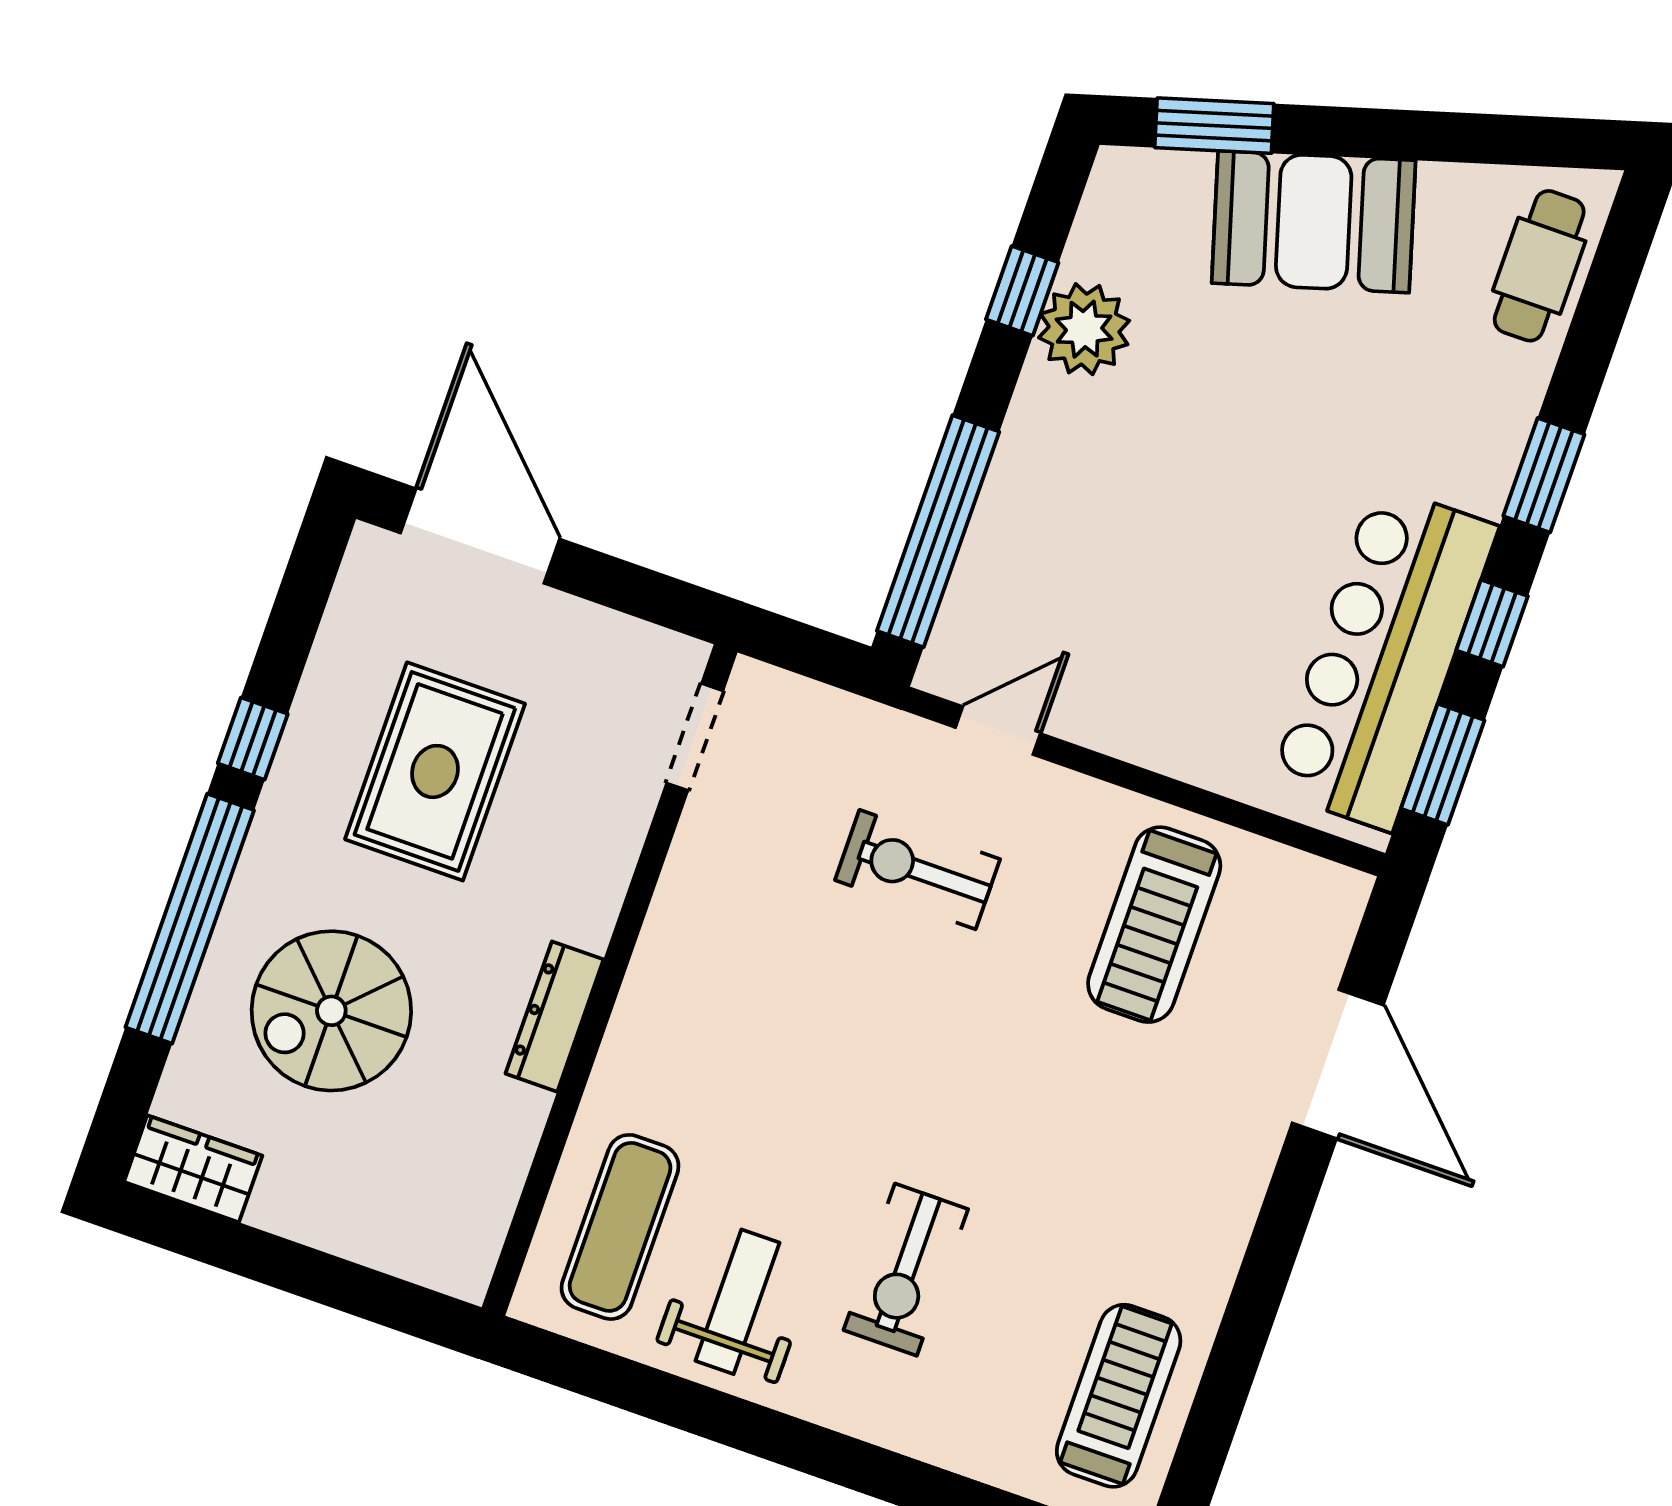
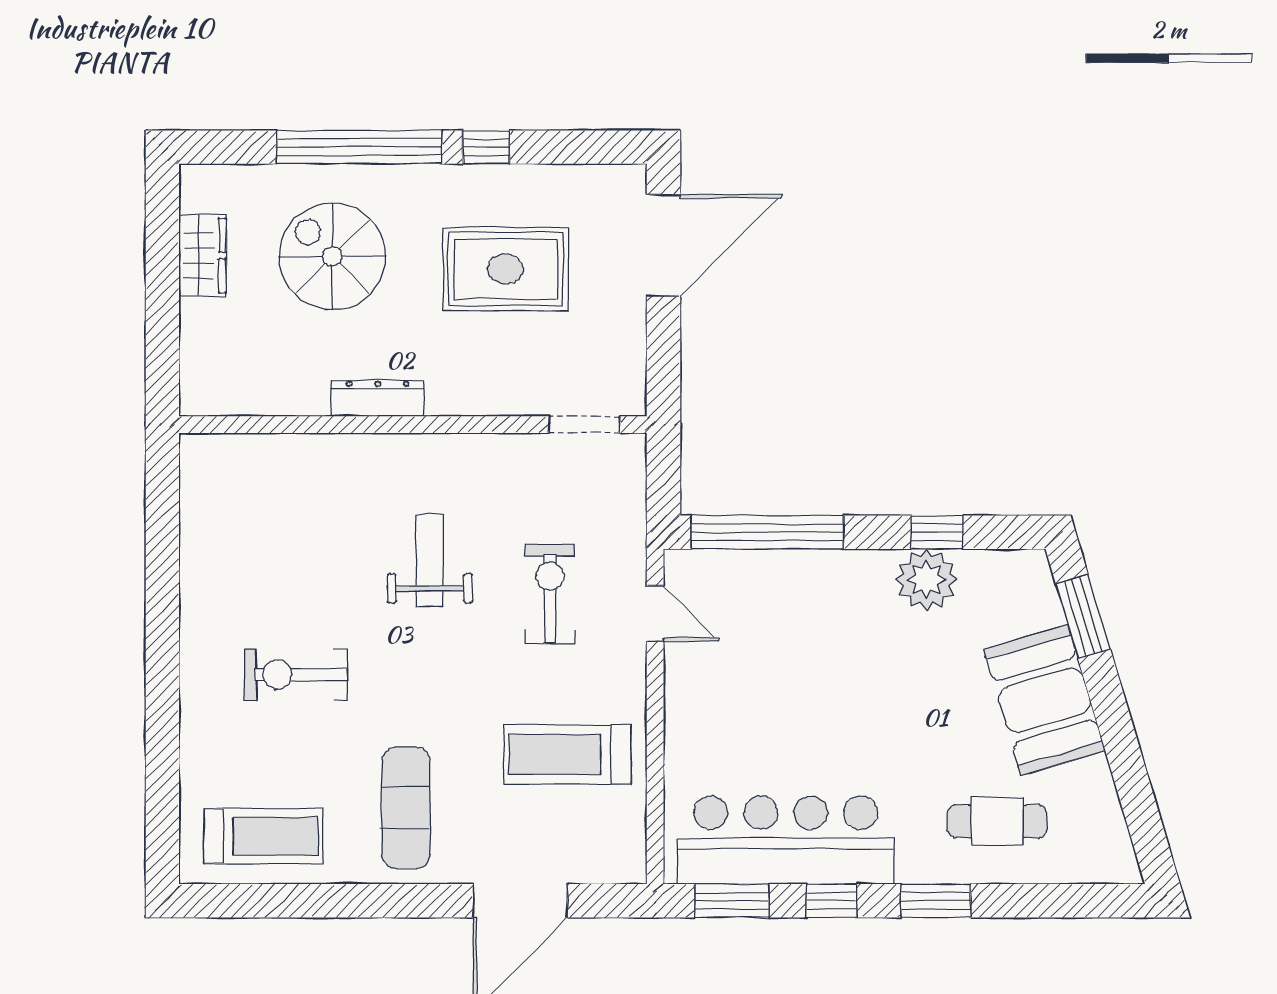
cafe table: (1539, 266) -> (997, 821), moved
wardrobe: (193, 1169) -> (203, 256), moved
exercise mat: (620, 1227) -> (406, 808), moved, turned 90
weight bench: (737, 1302) -> (430, 560), moved, turned -90

